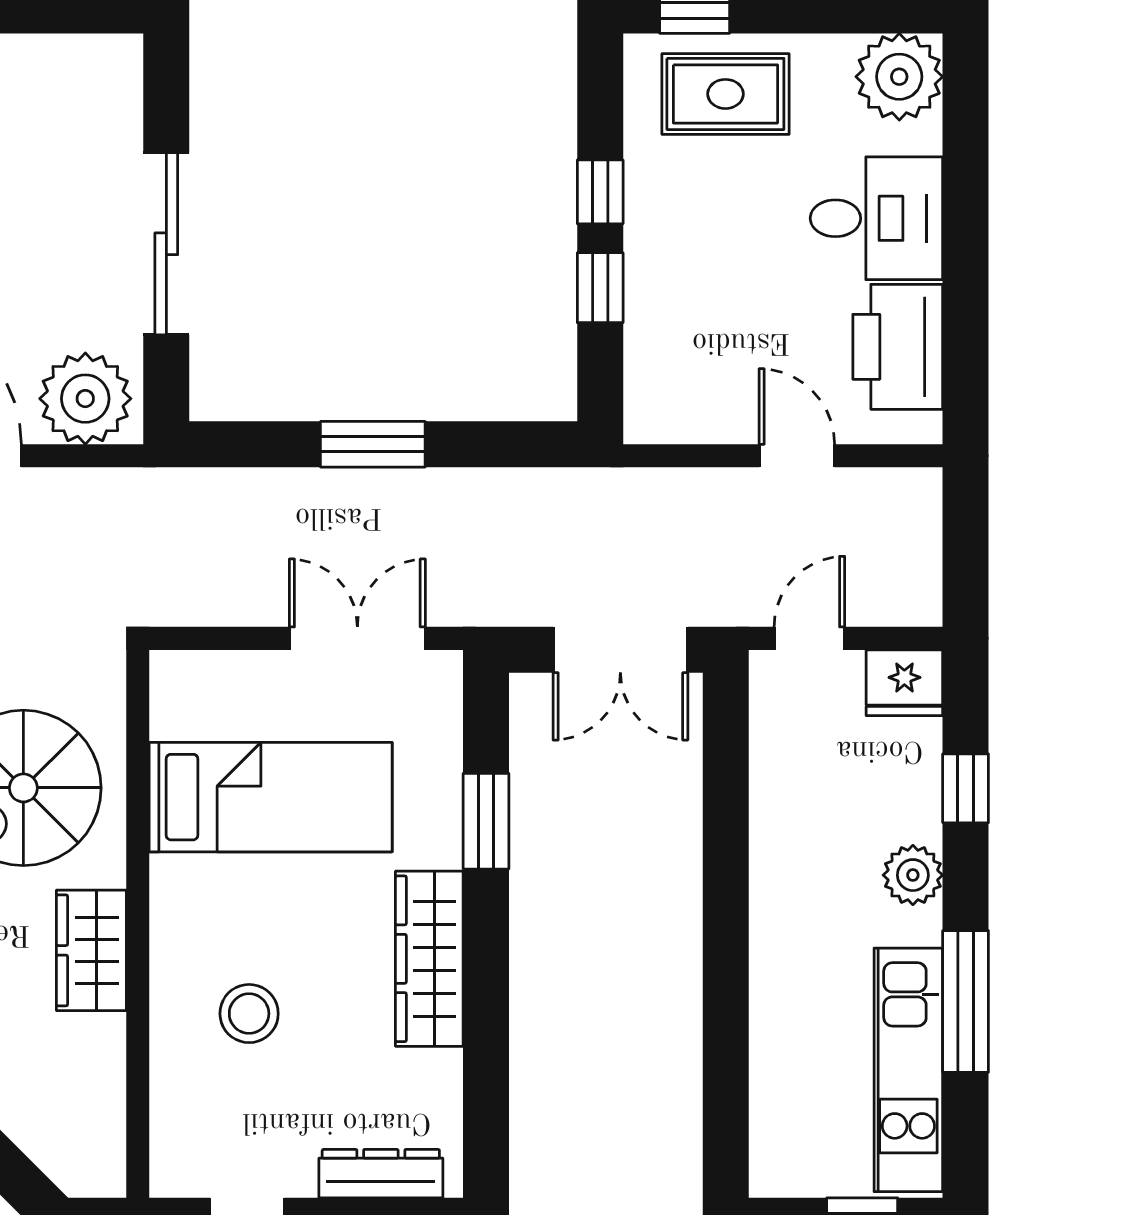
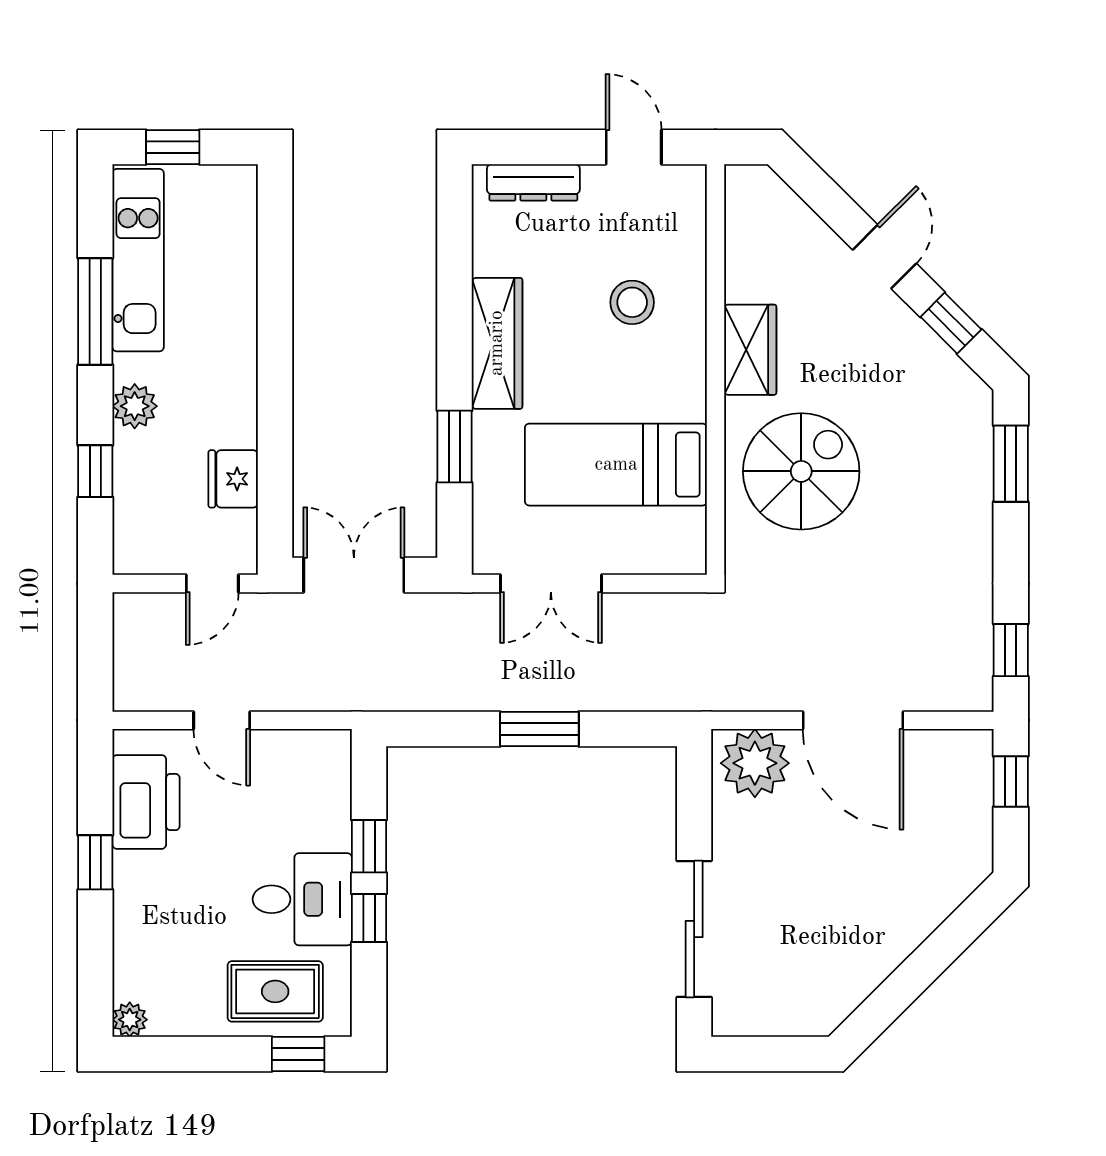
plant: (899, 77) -> (130, 1020), width x0.53, depth x0.53
desk: (876, 218) -> (302, 899), moved, turned 180
sliding door: (166, 244) -> (694, 929), moved
window: (966, 266) -> (95, 862), added
fridge: (904, 683) -> (233, 479), moved, turned -90

